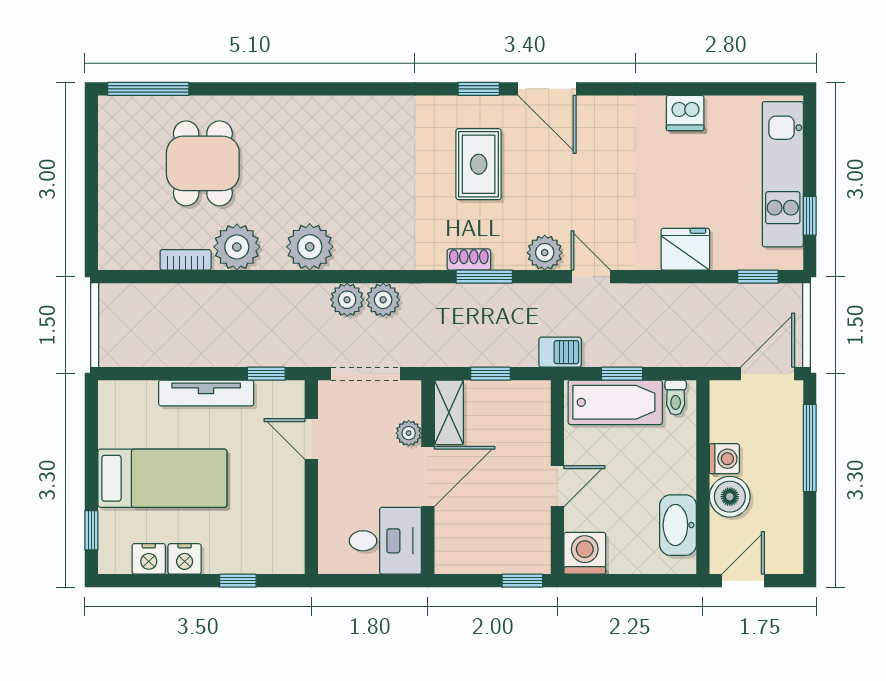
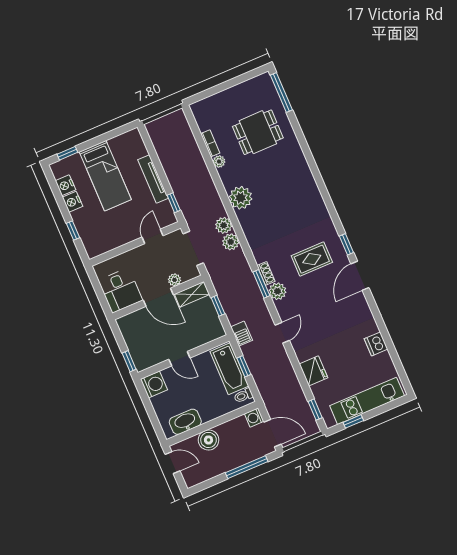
plant: (237, 247) -> (219, 161), width x0.53, depth x0.53
plant: (545, 253) -> (278, 291), moved
washing machine: (724, 459) -> (254, 418), moved, turned 90

